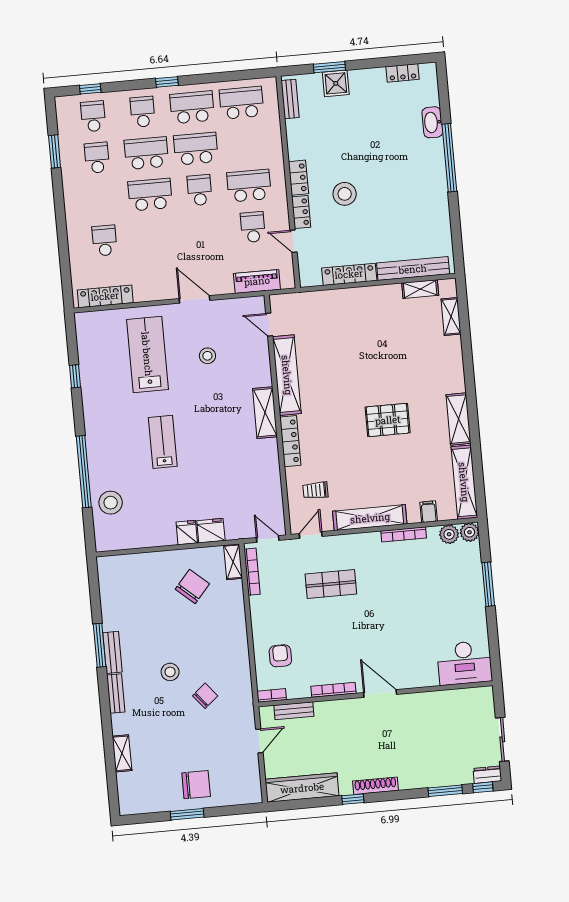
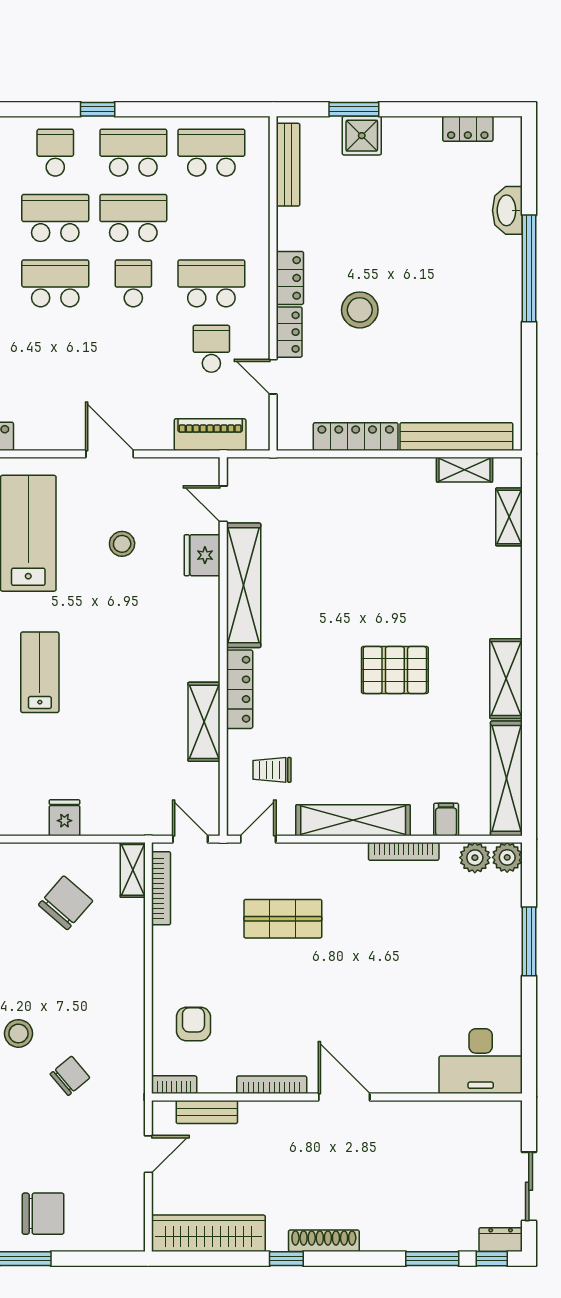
bench: (290, 99) -> (288, 165), width x1.36
shelving: (265, 413) -> (204, 722), moved
fridge: (211, 531) -> (202, 555), moved, turned -90

